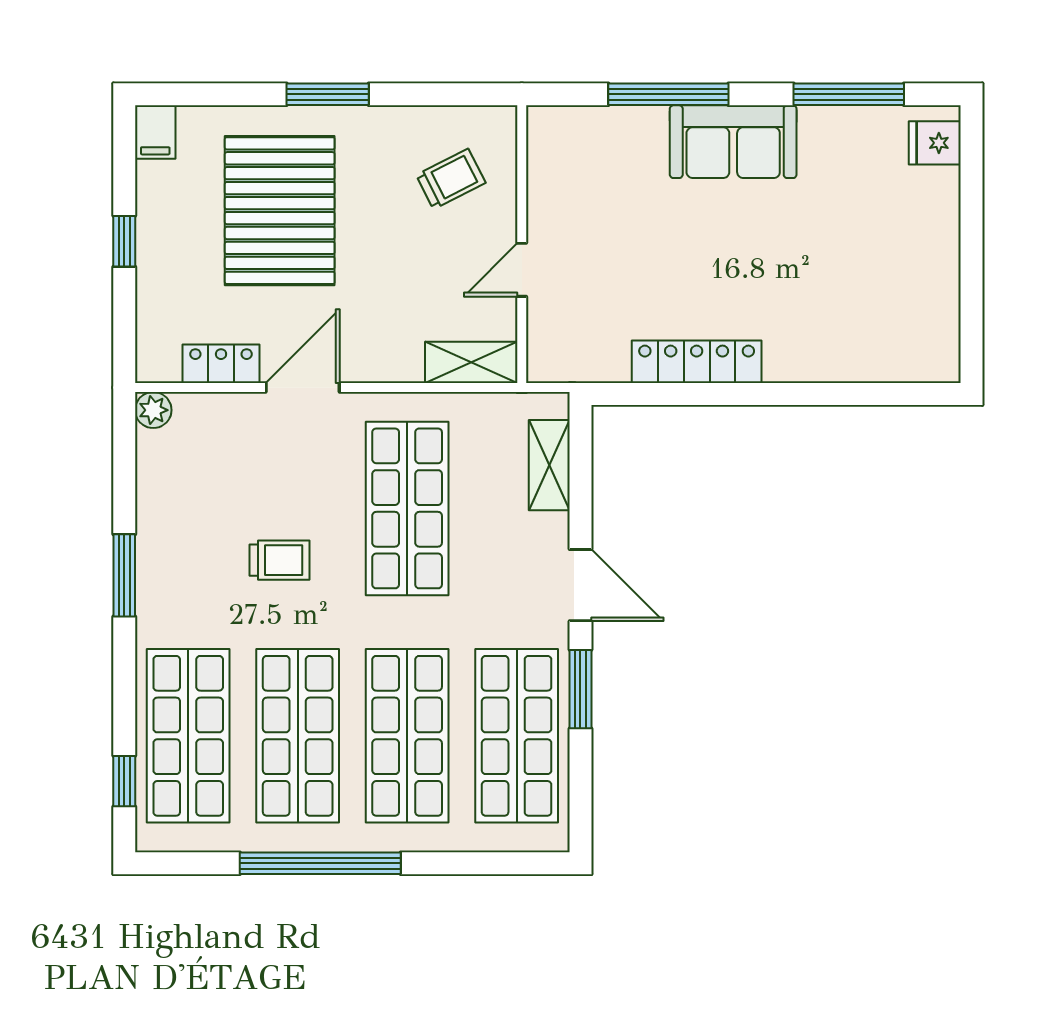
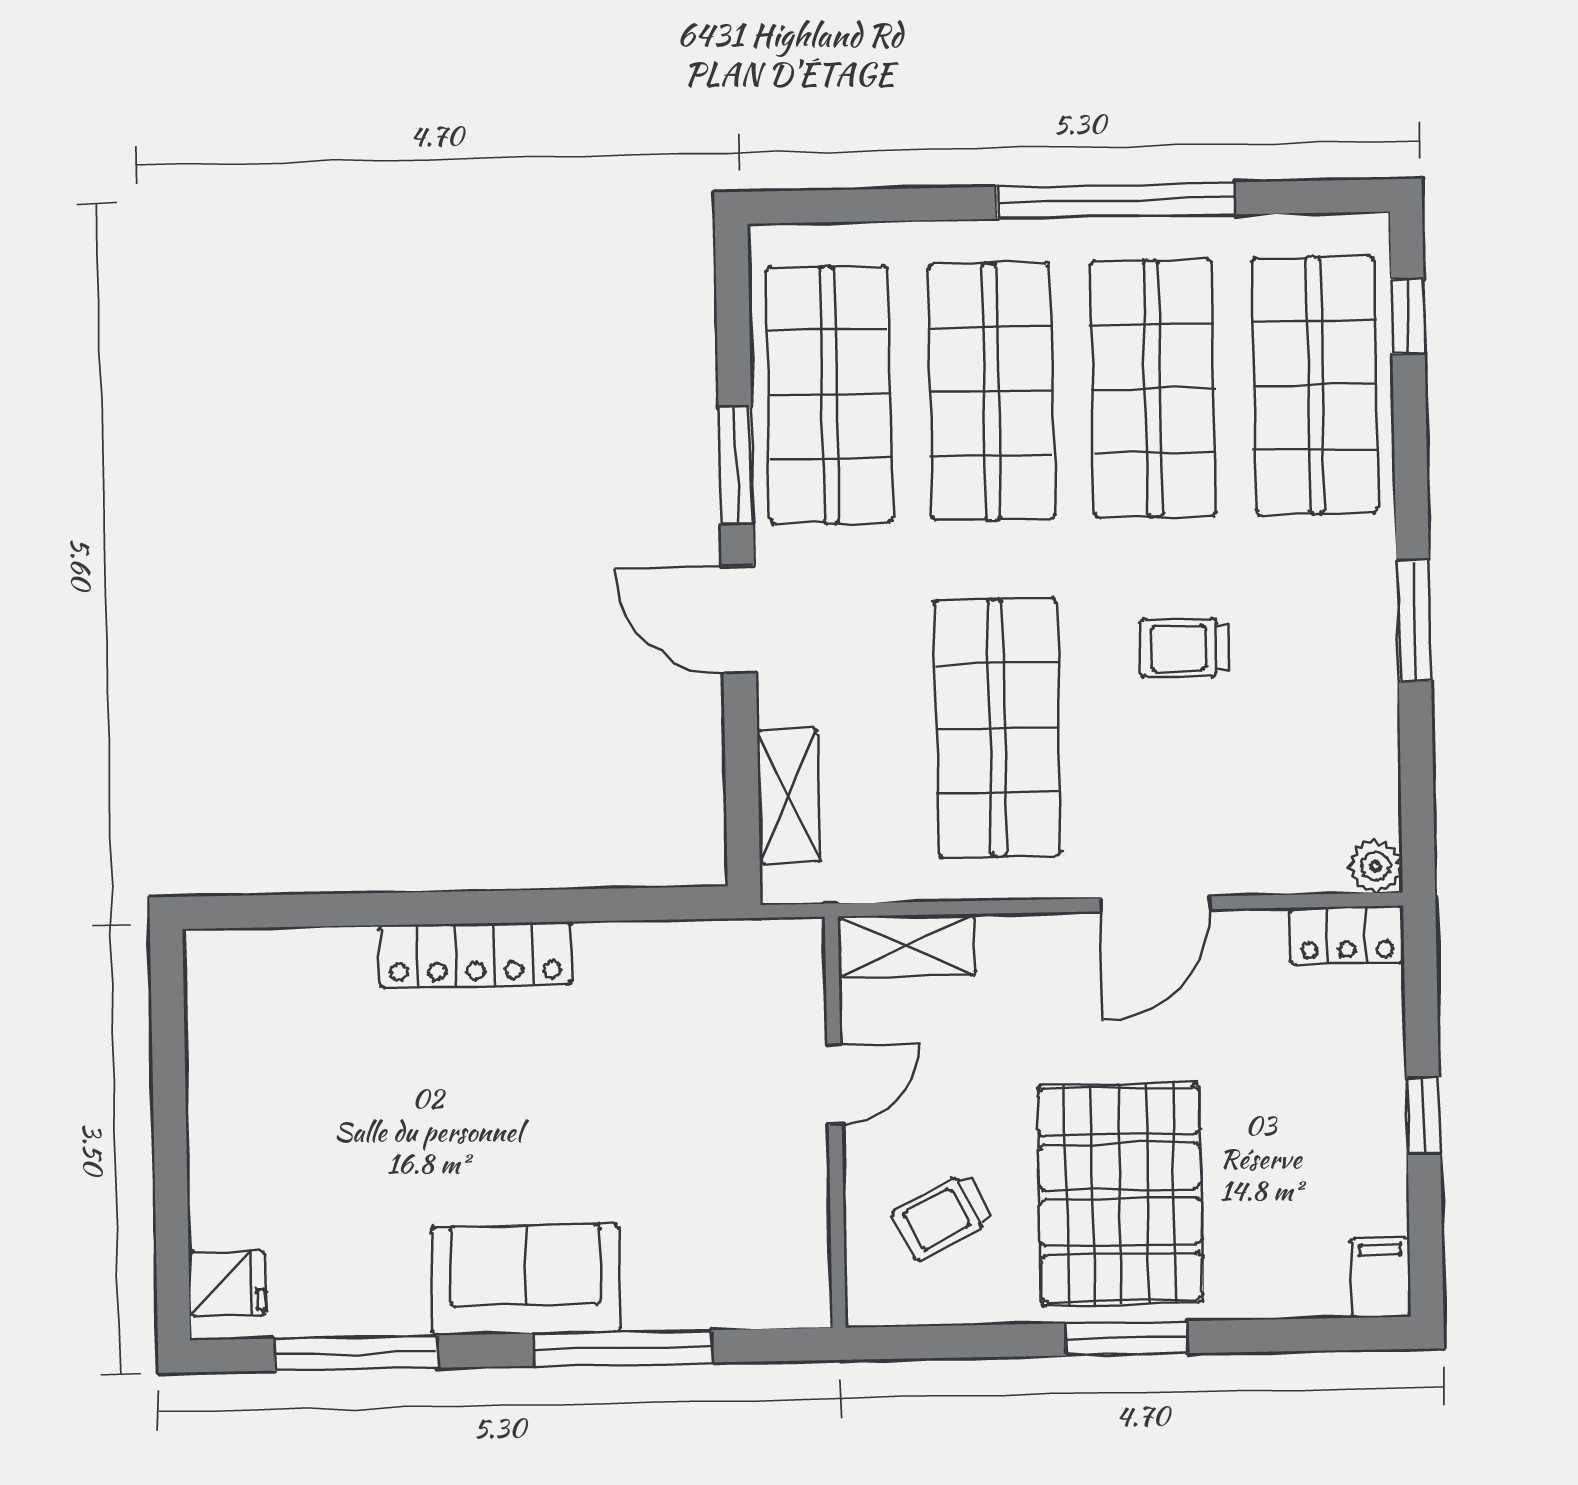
pallet: (280, 211) -> (1120, 1194), moved
locker: (697, 362) -> (475, 955), moved
locker: (221, 364) -> (1347, 935), moved

